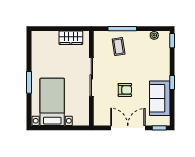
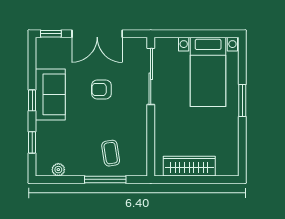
wardrobe: (71, 38) -> (189, 166), width x1.50
window: (172, 41) -> (32, 142), moved
sliding door: (91, 77) -> (151, 76), moved
sofa: (160, 98) -> (50, 94), moved

